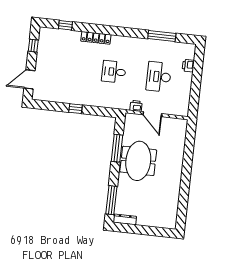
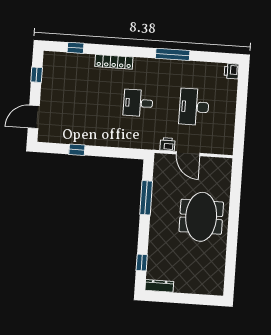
window: (162, 36) -> (173, 54), moved
printer: (188, 66) -> (232, 71), moved
window: (76, 109) -> (77, 150), moved
meeting table: (138, 161) -> (201, 217), moved
window: (111, 200) -> (142, 263), width x0.46

